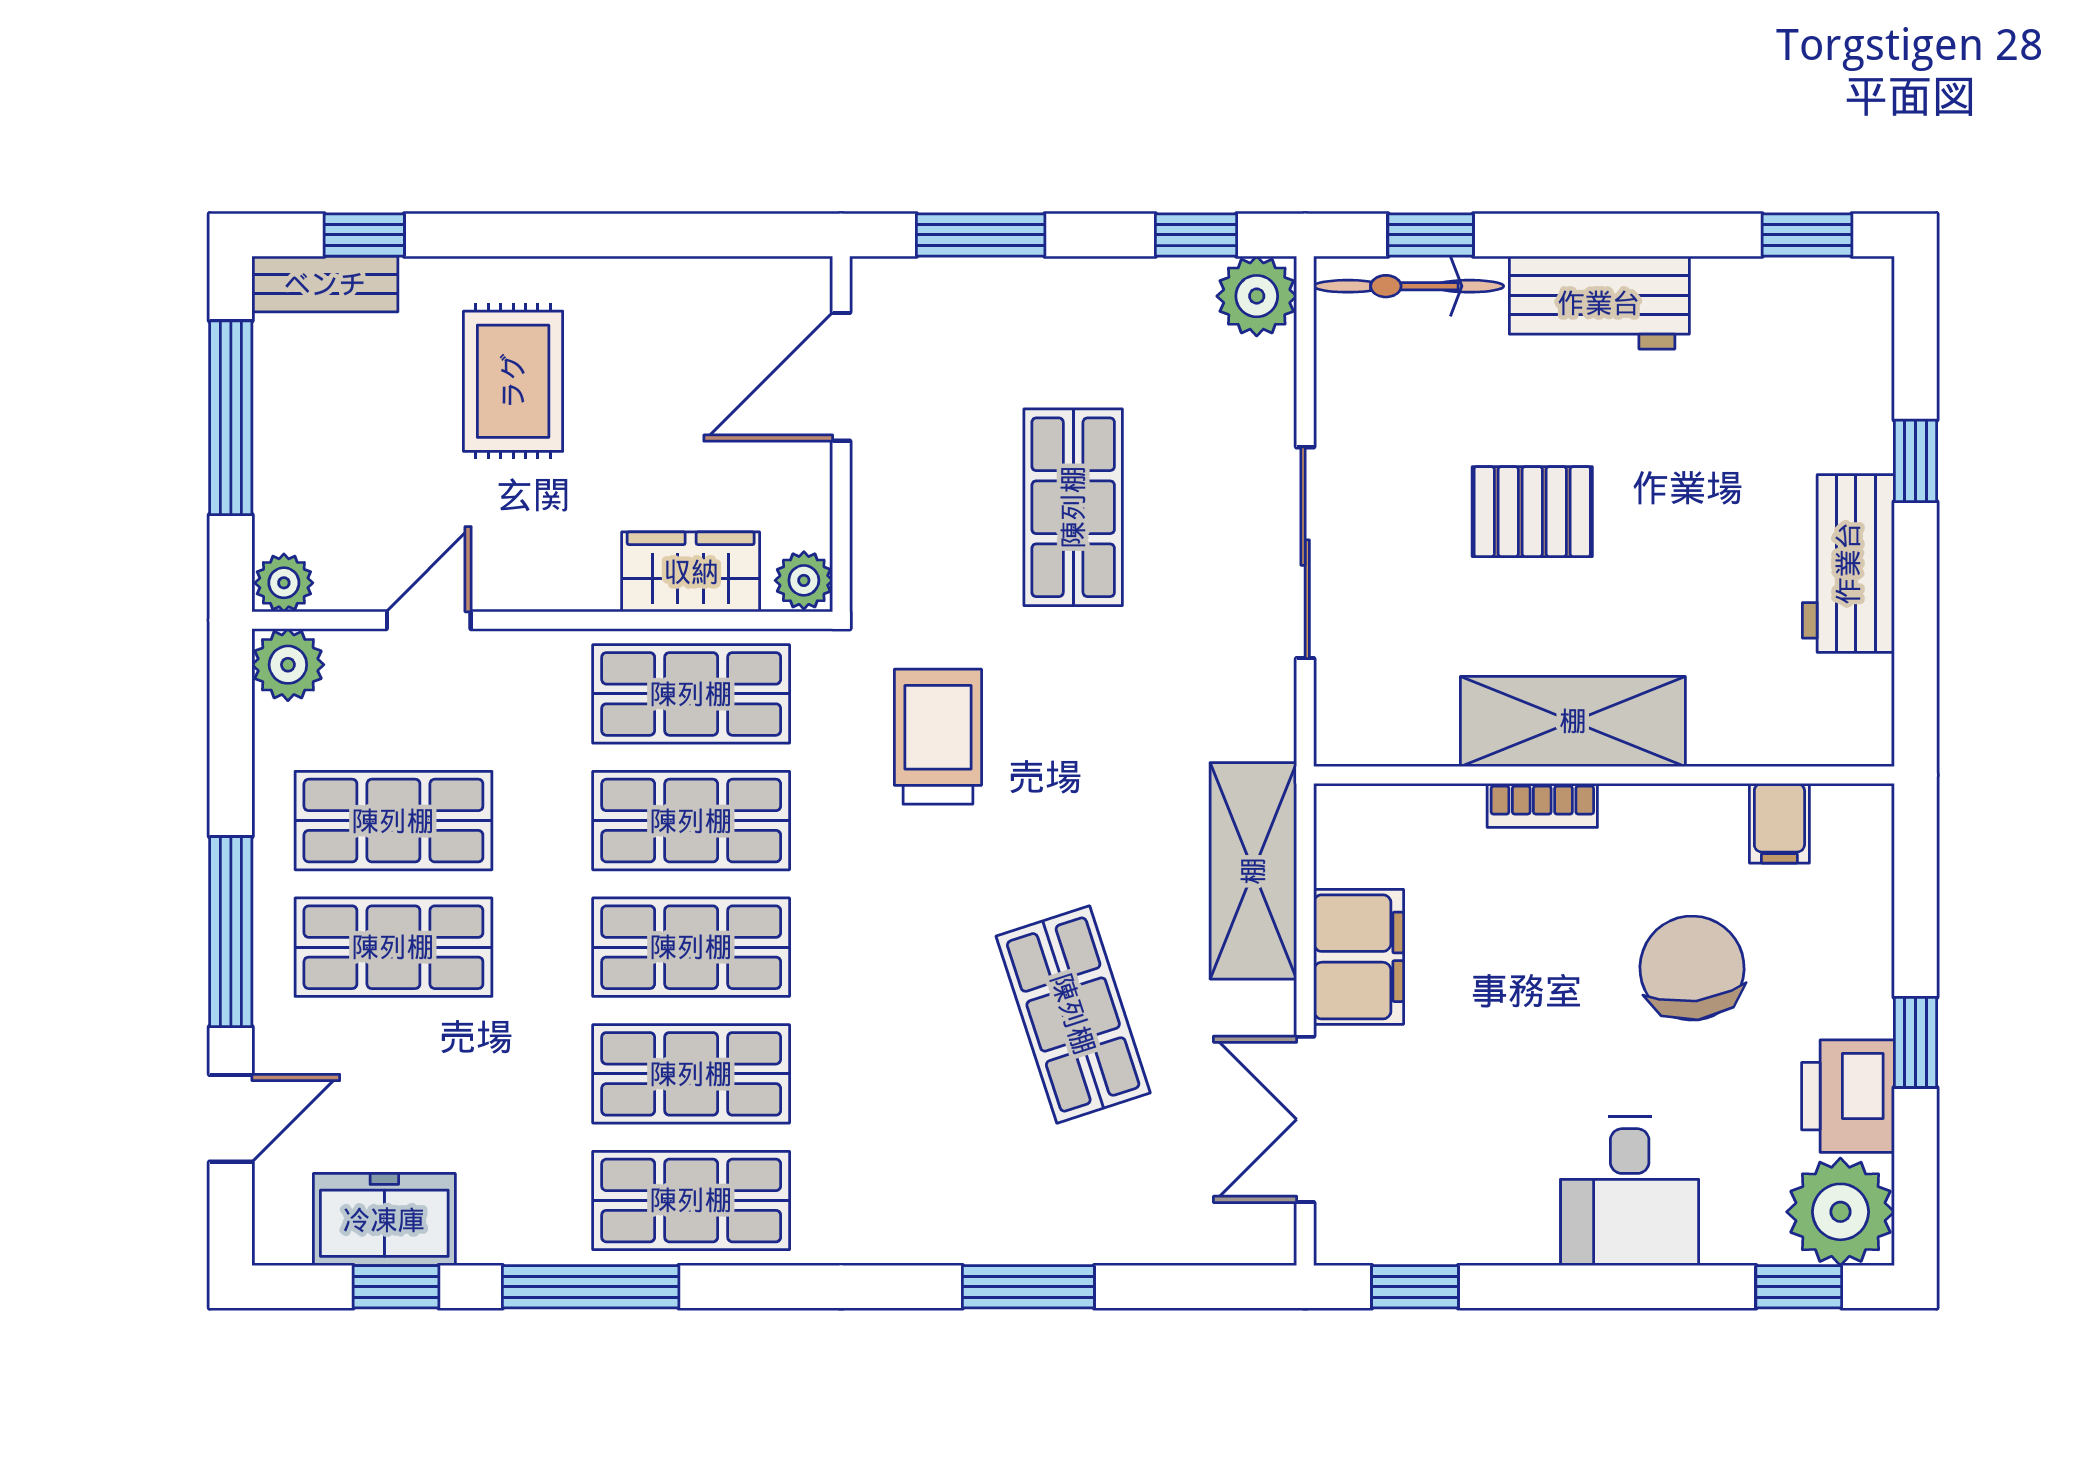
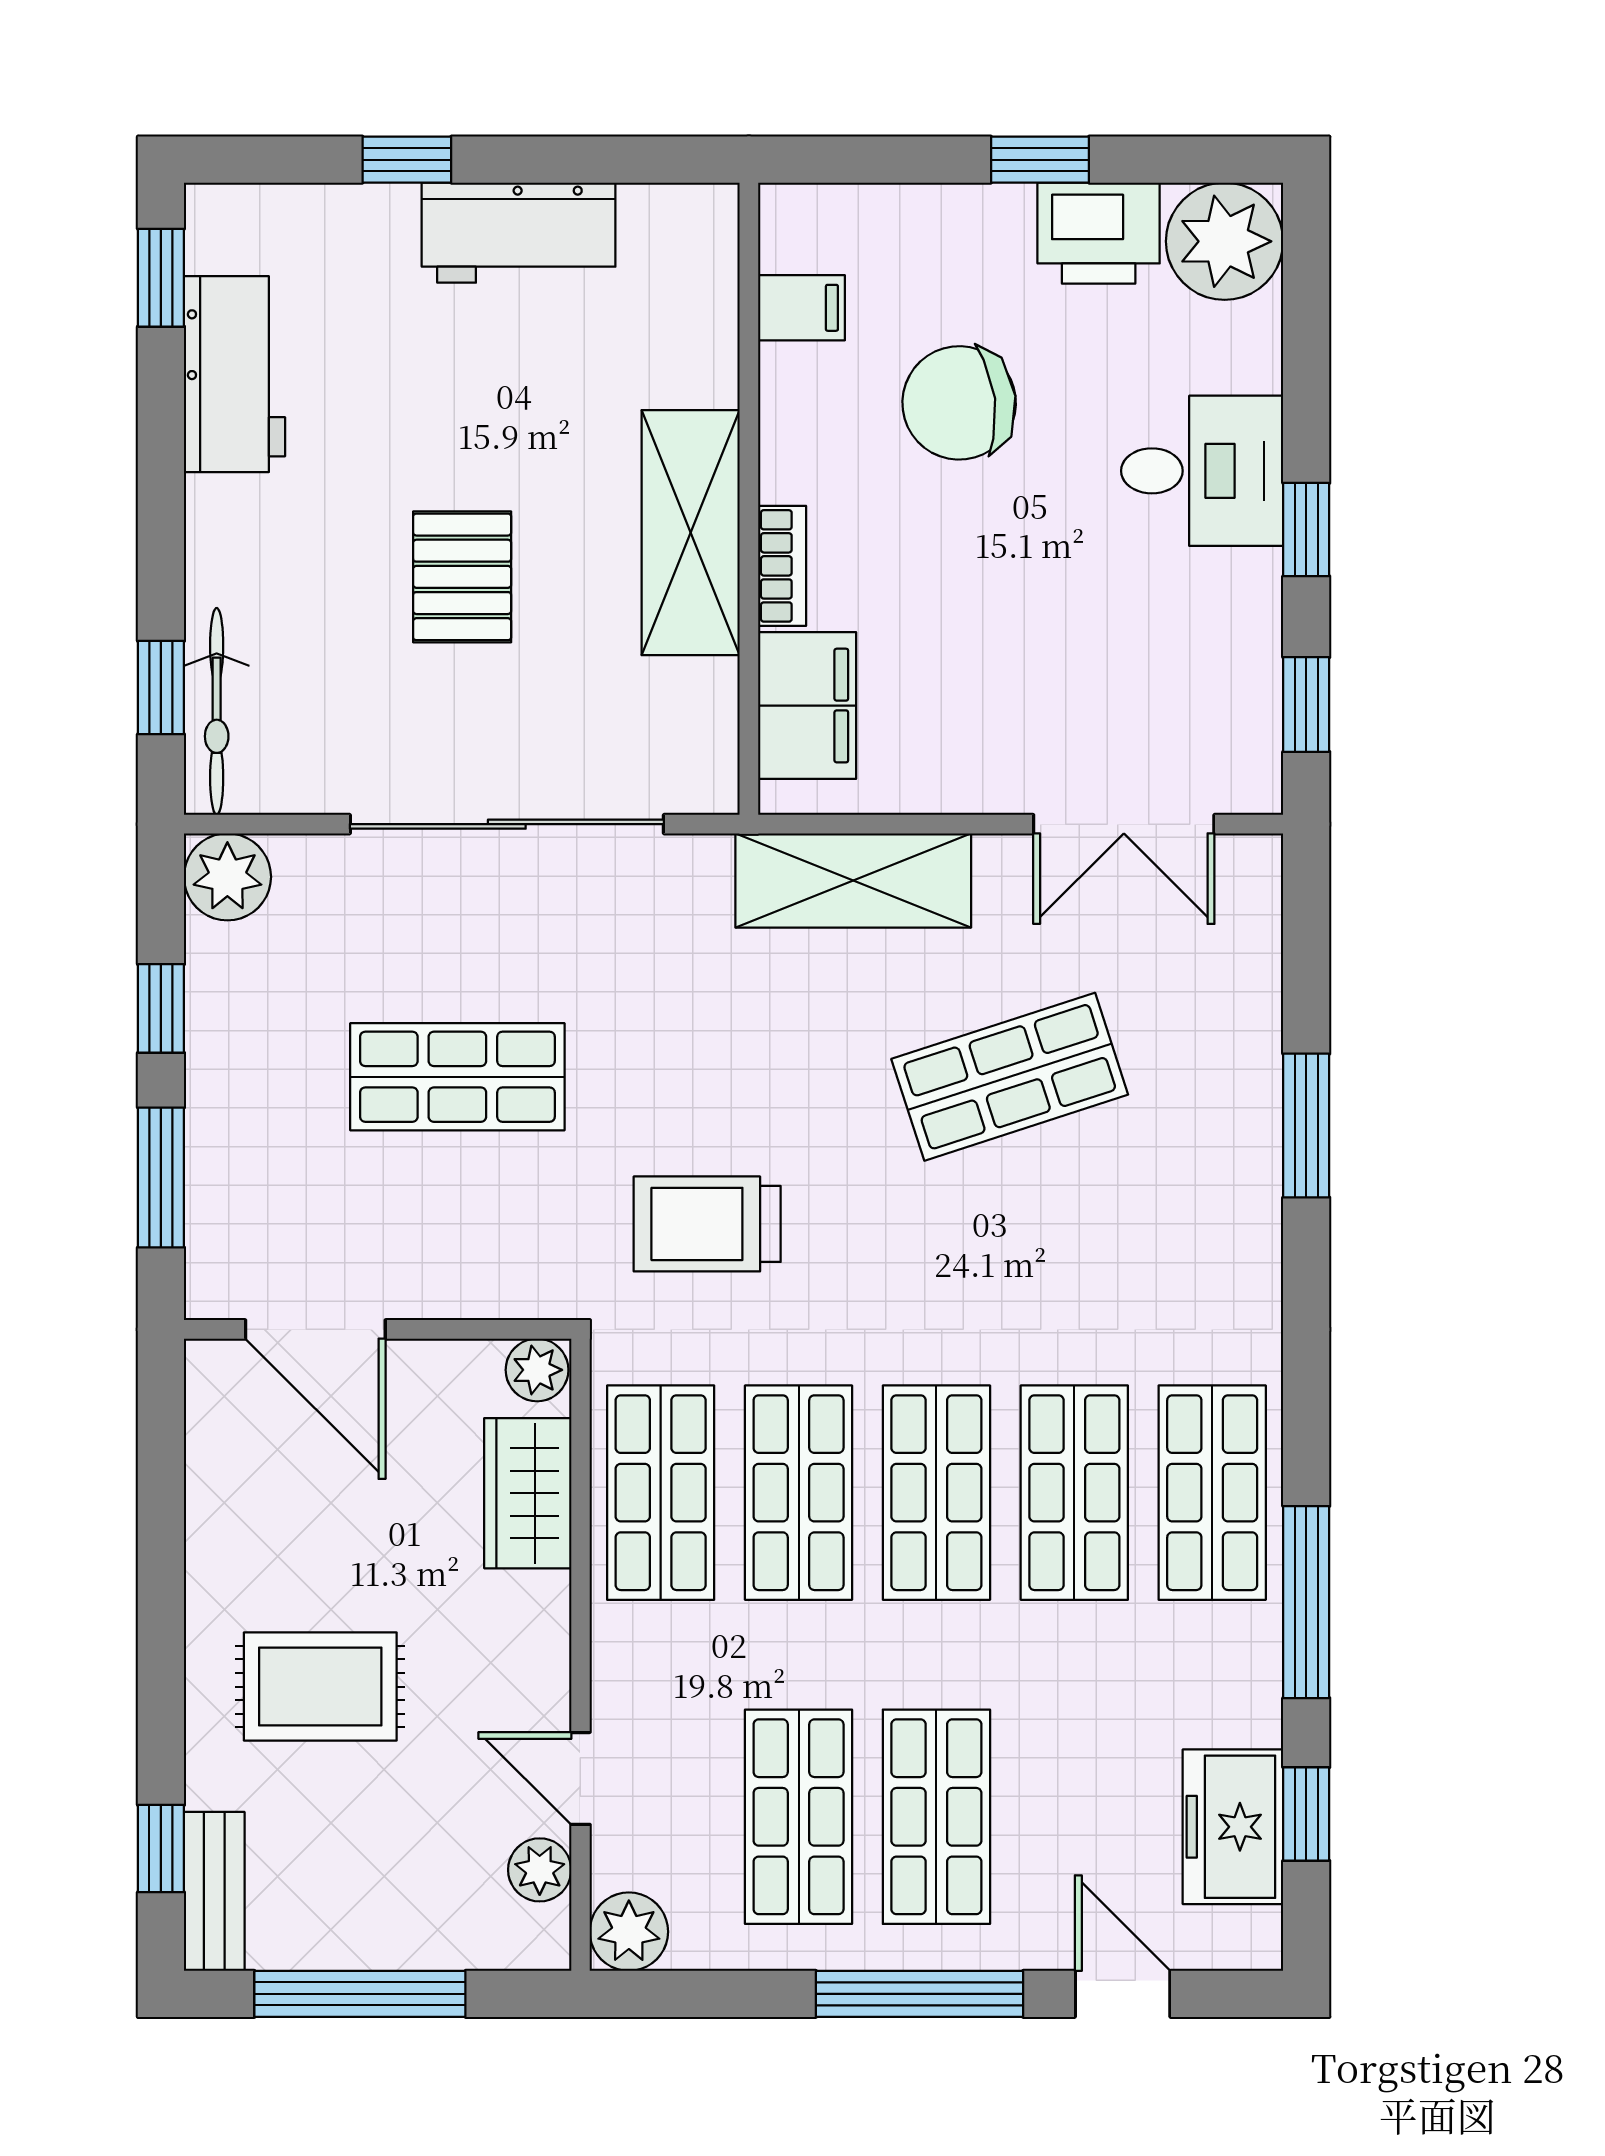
window: (1196, 235) -> (161, 1008), moved
workbench: (1599, 303) -> (234, 374), moved
sliding door: (1305, 553) -> (507, 824), width x1.36
plant: (284, 583) -> (540, 1870), moved
filing cabinet: (1359, 957) -> (807, 706), moved, turned 90
window: (1799, 1287) -> (1306, 530), moved

